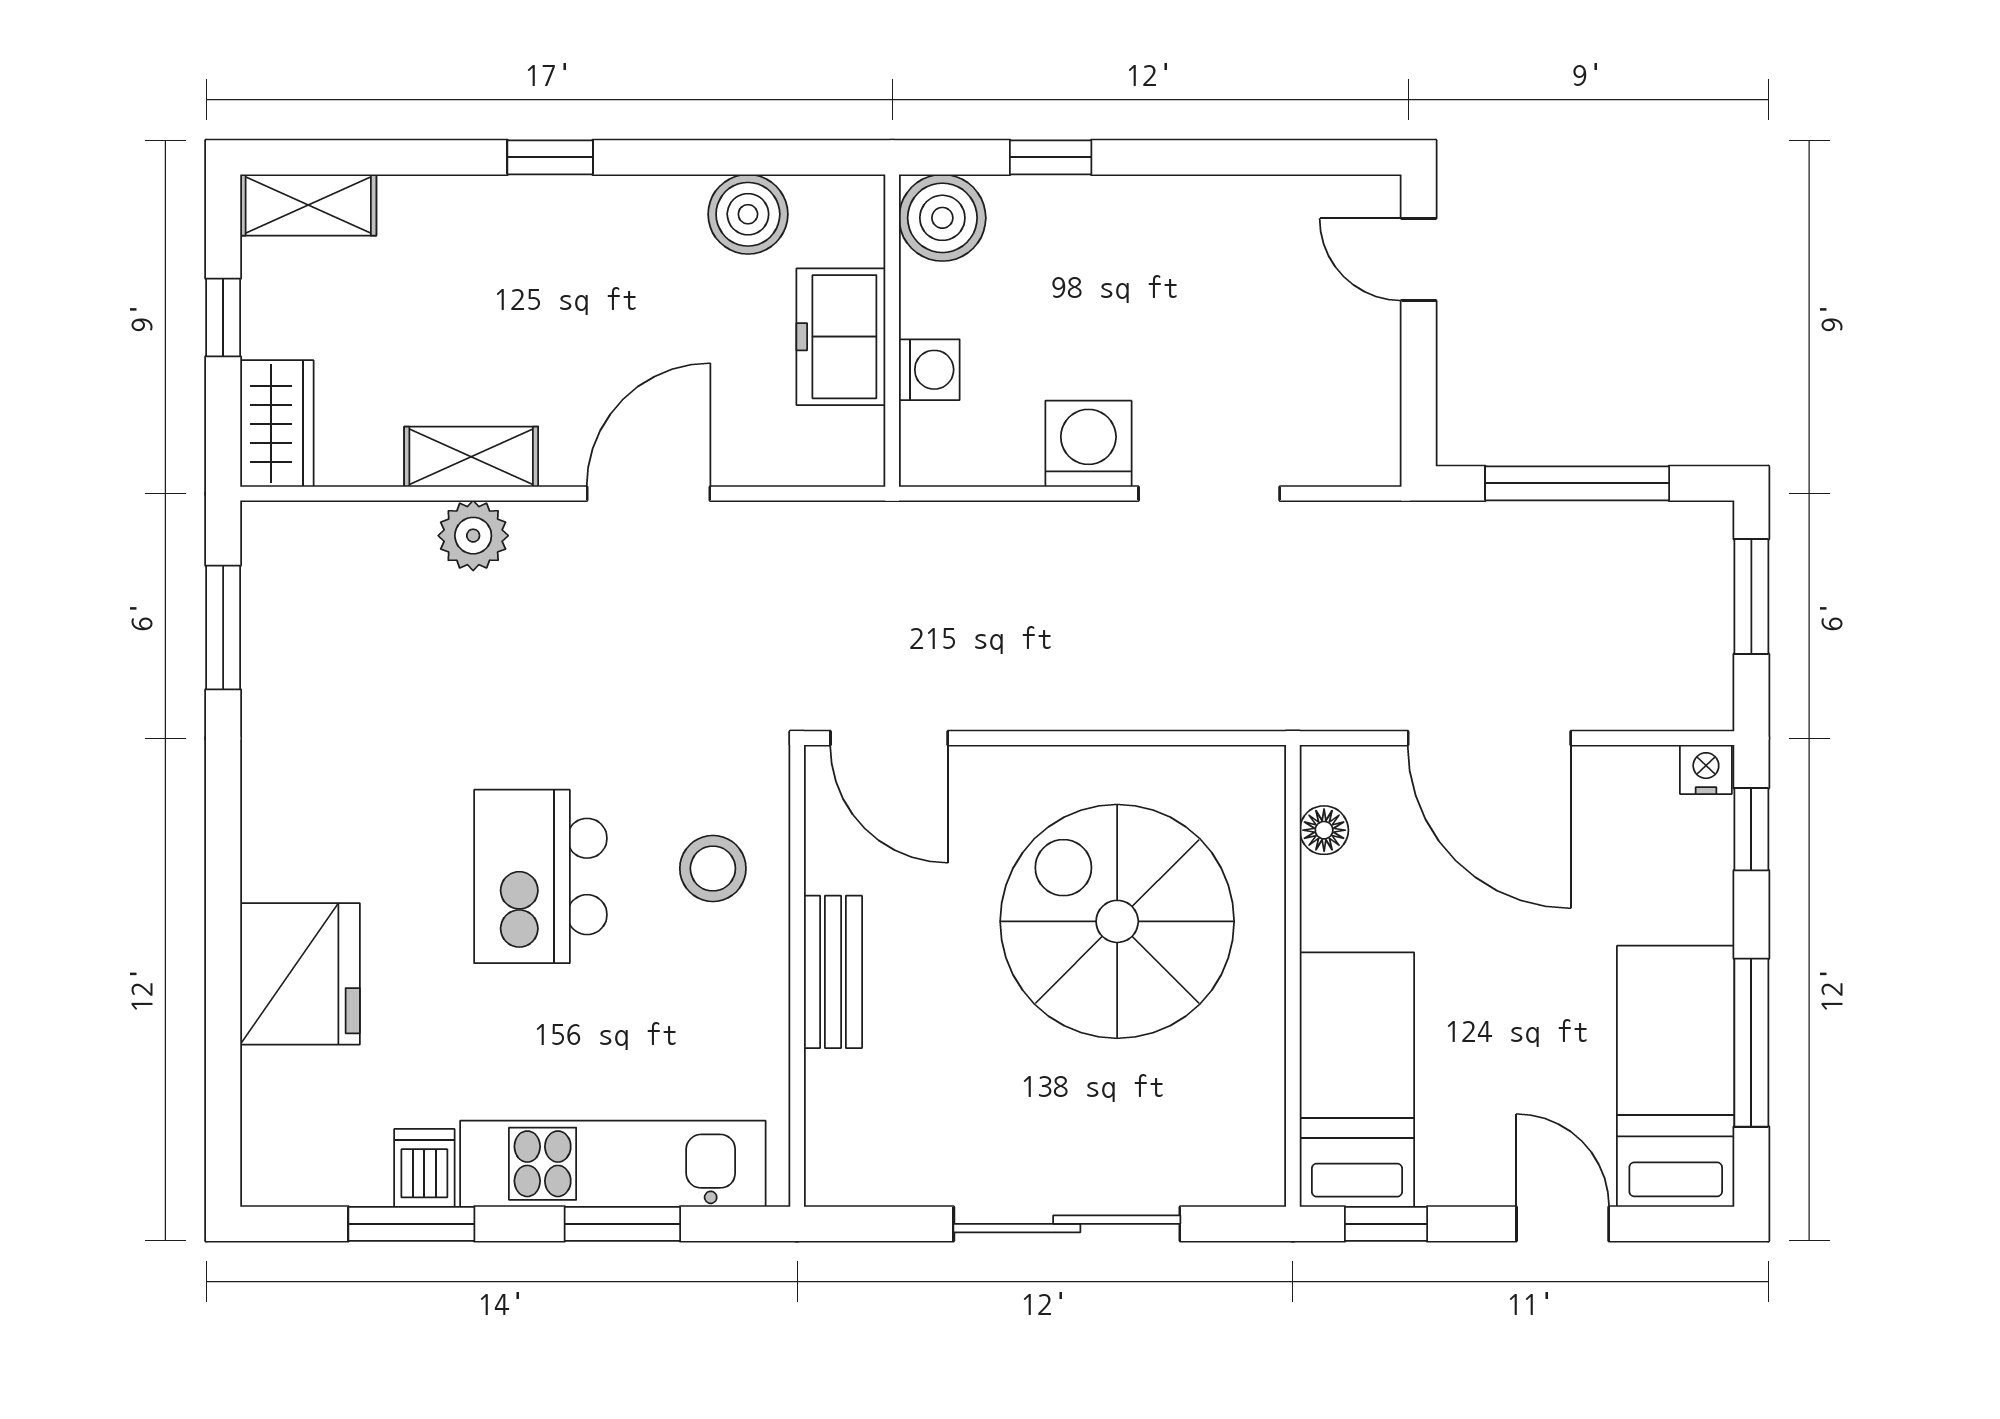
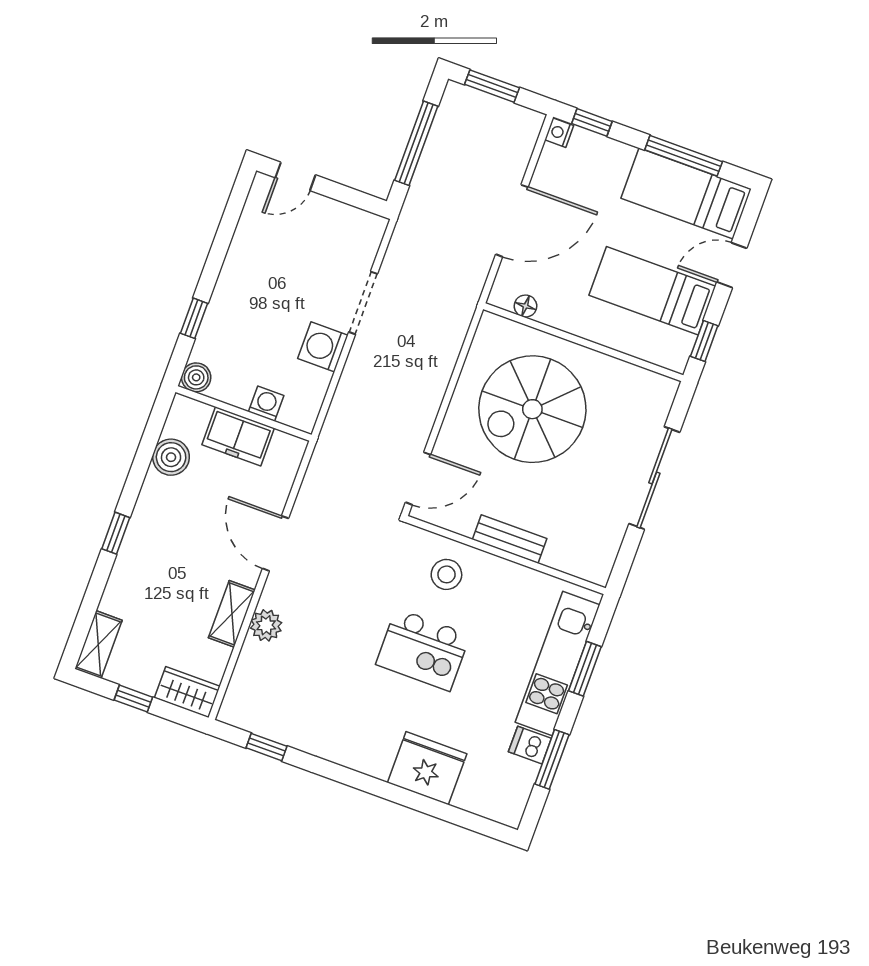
boiler: (942, 218) -> (196, 377), width x0.73, depth x0.73
window: (223, 628) -> (266, 747), width x0.67
bed: (1357, 1080) -> (652, 291), moved

